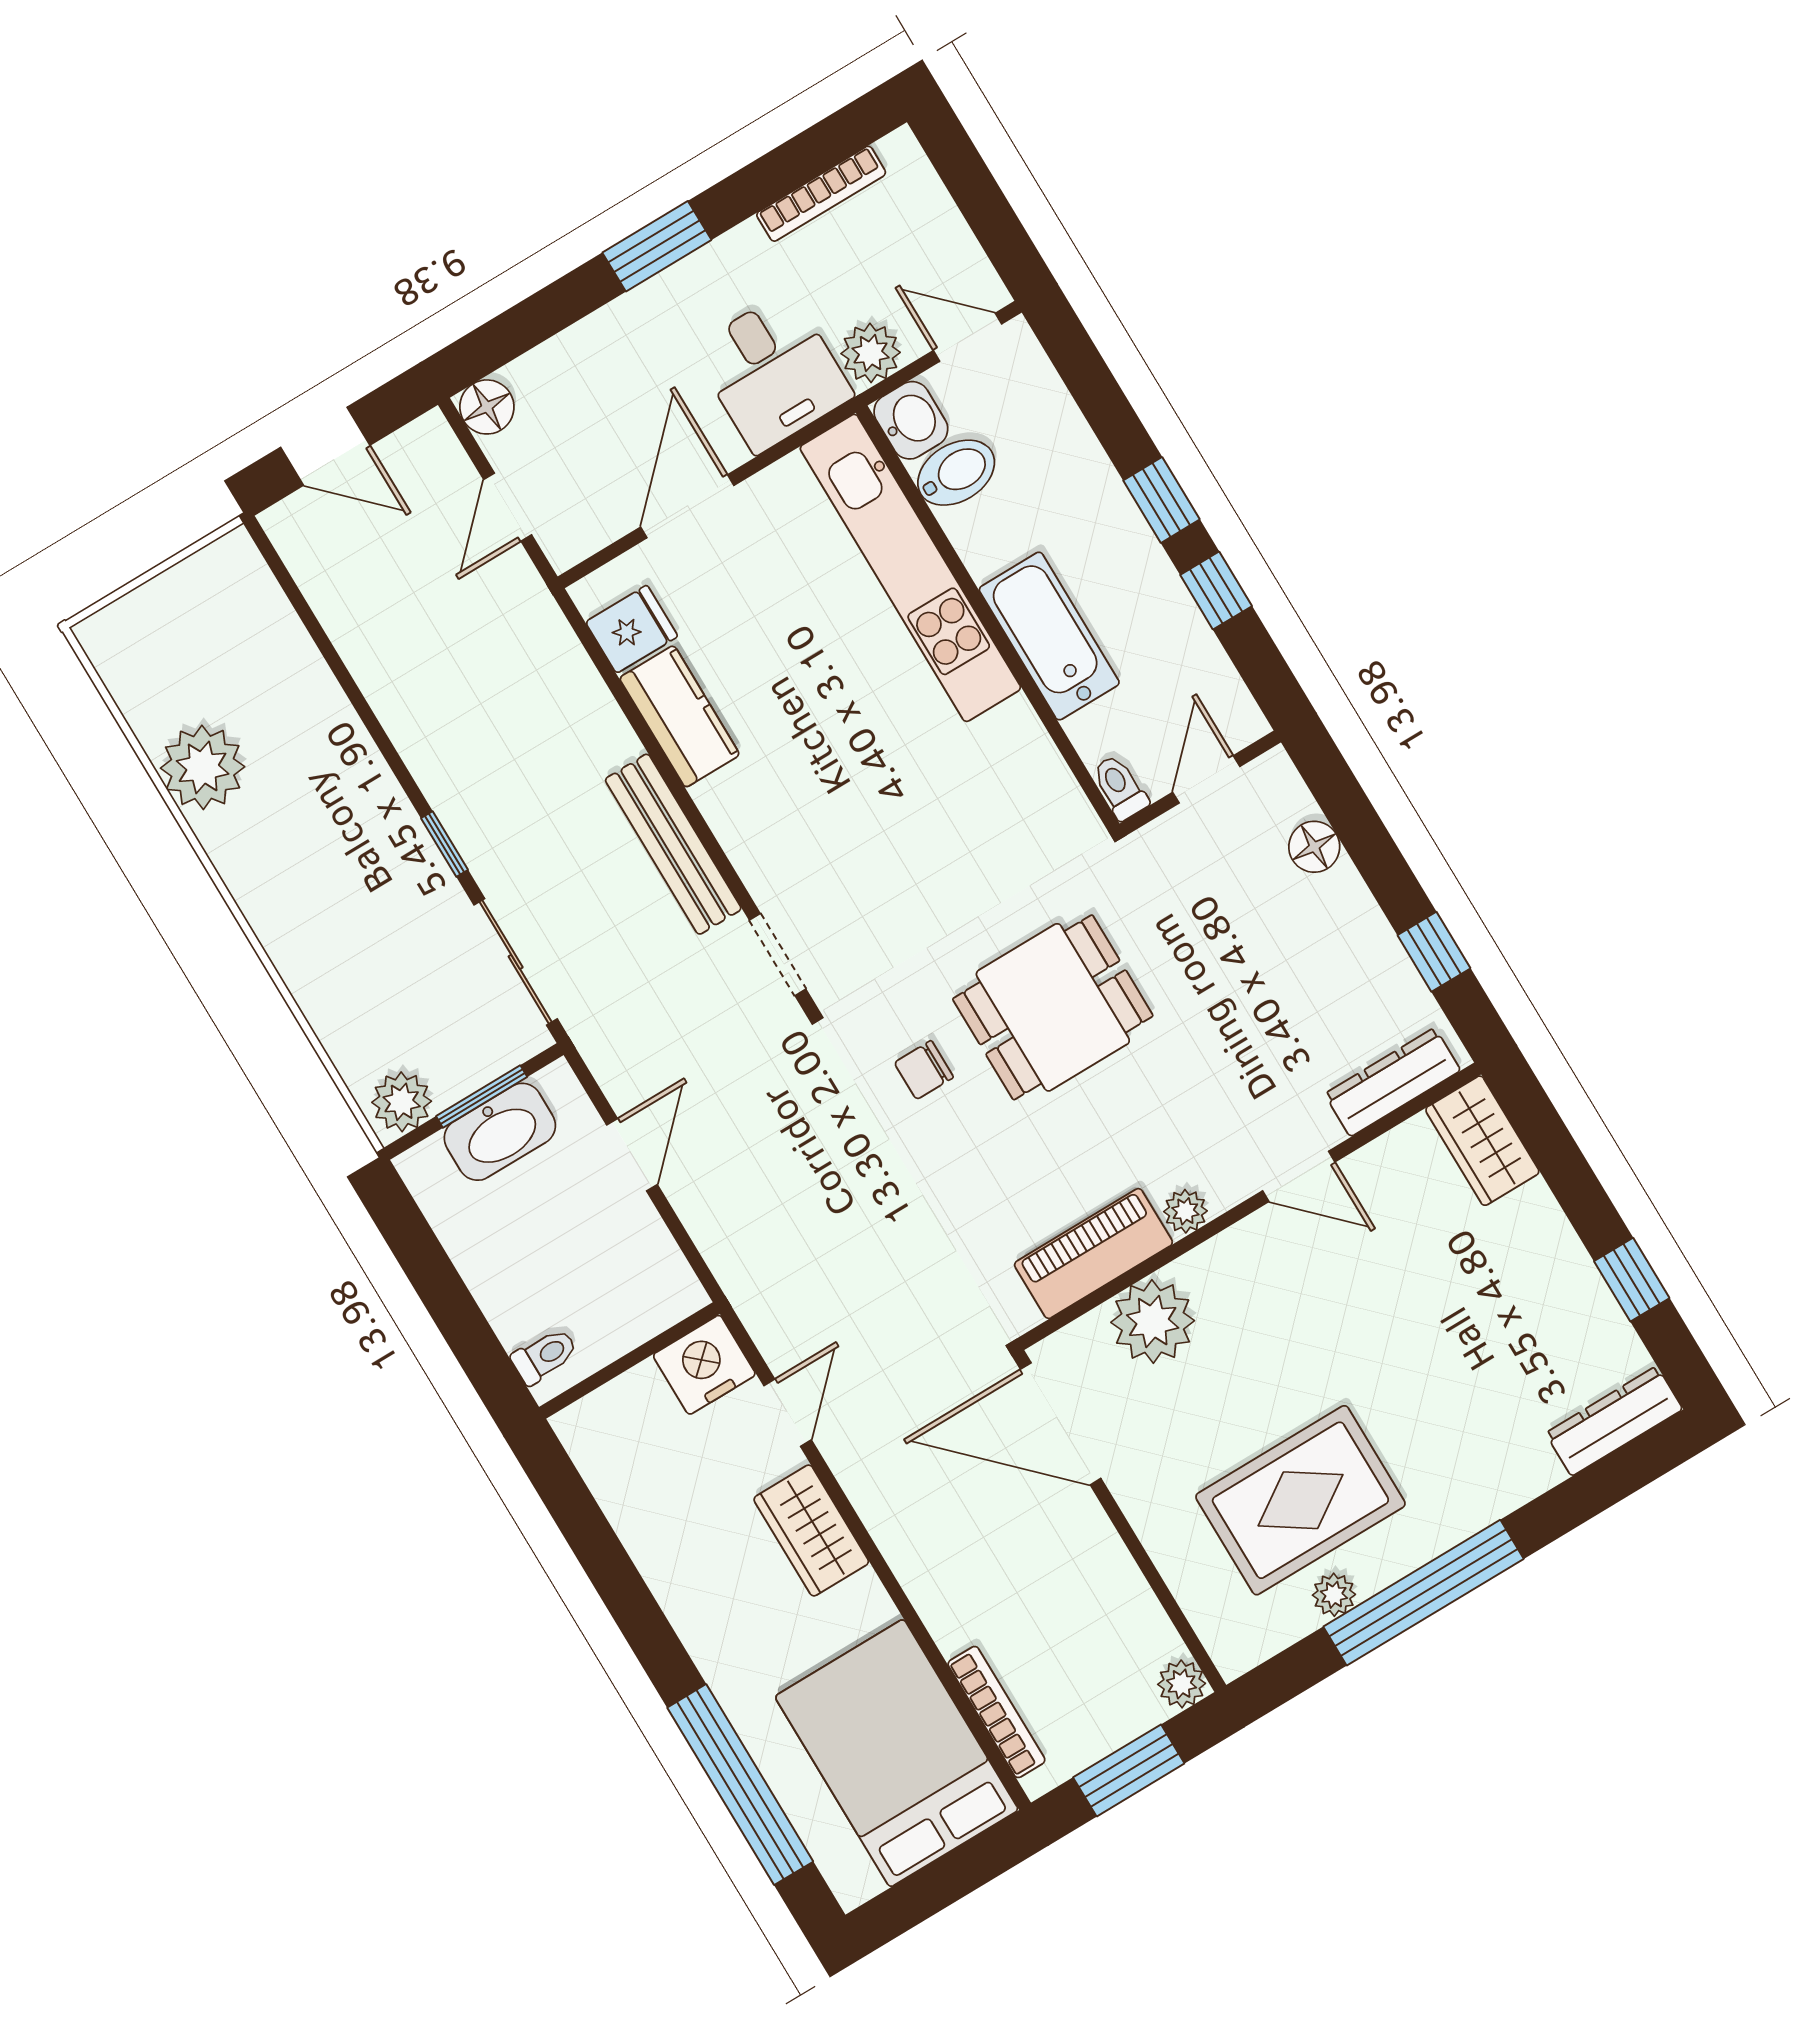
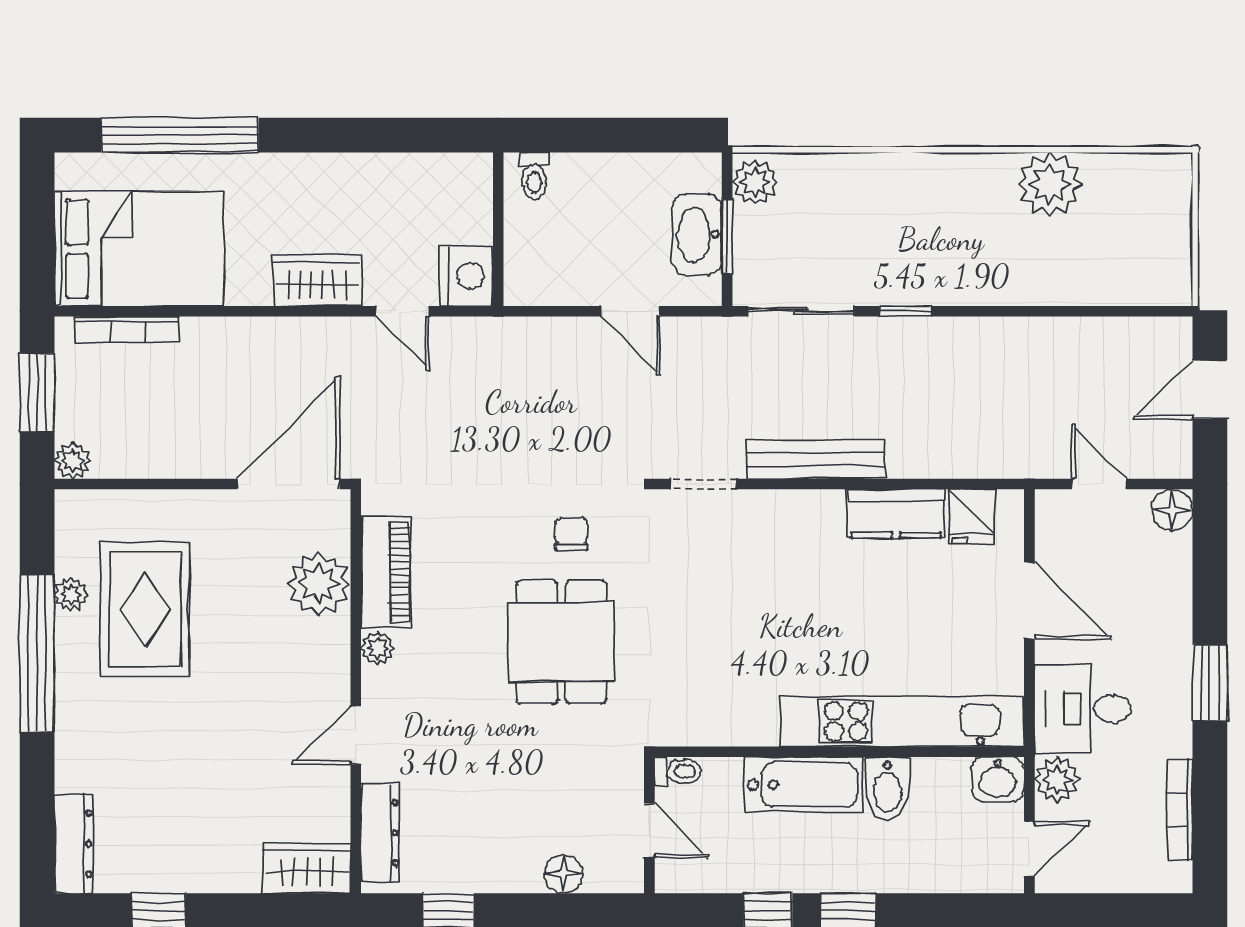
bidet: (956, 473) -> (888, 788), moved

